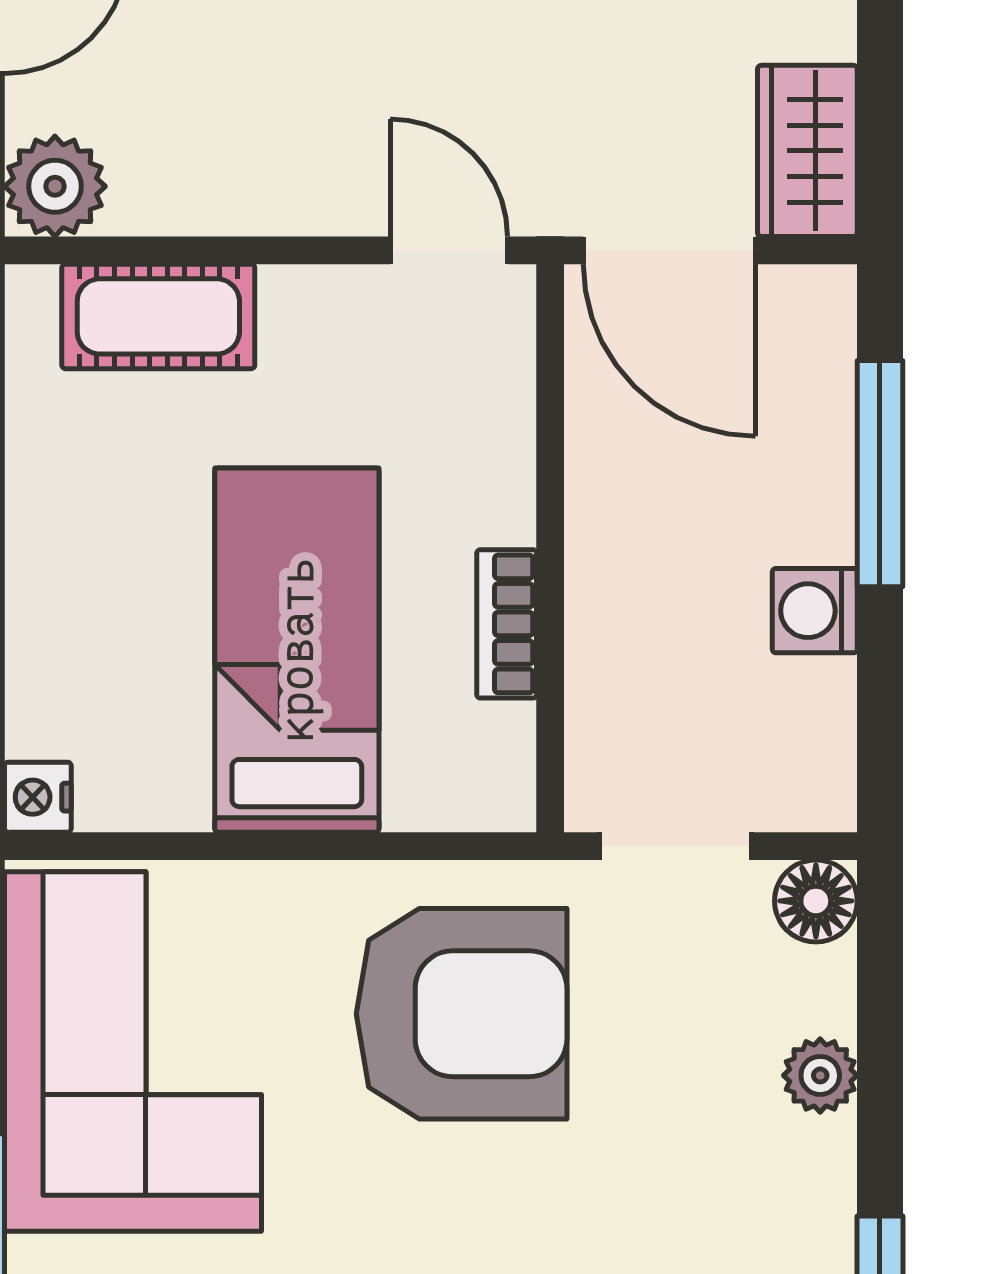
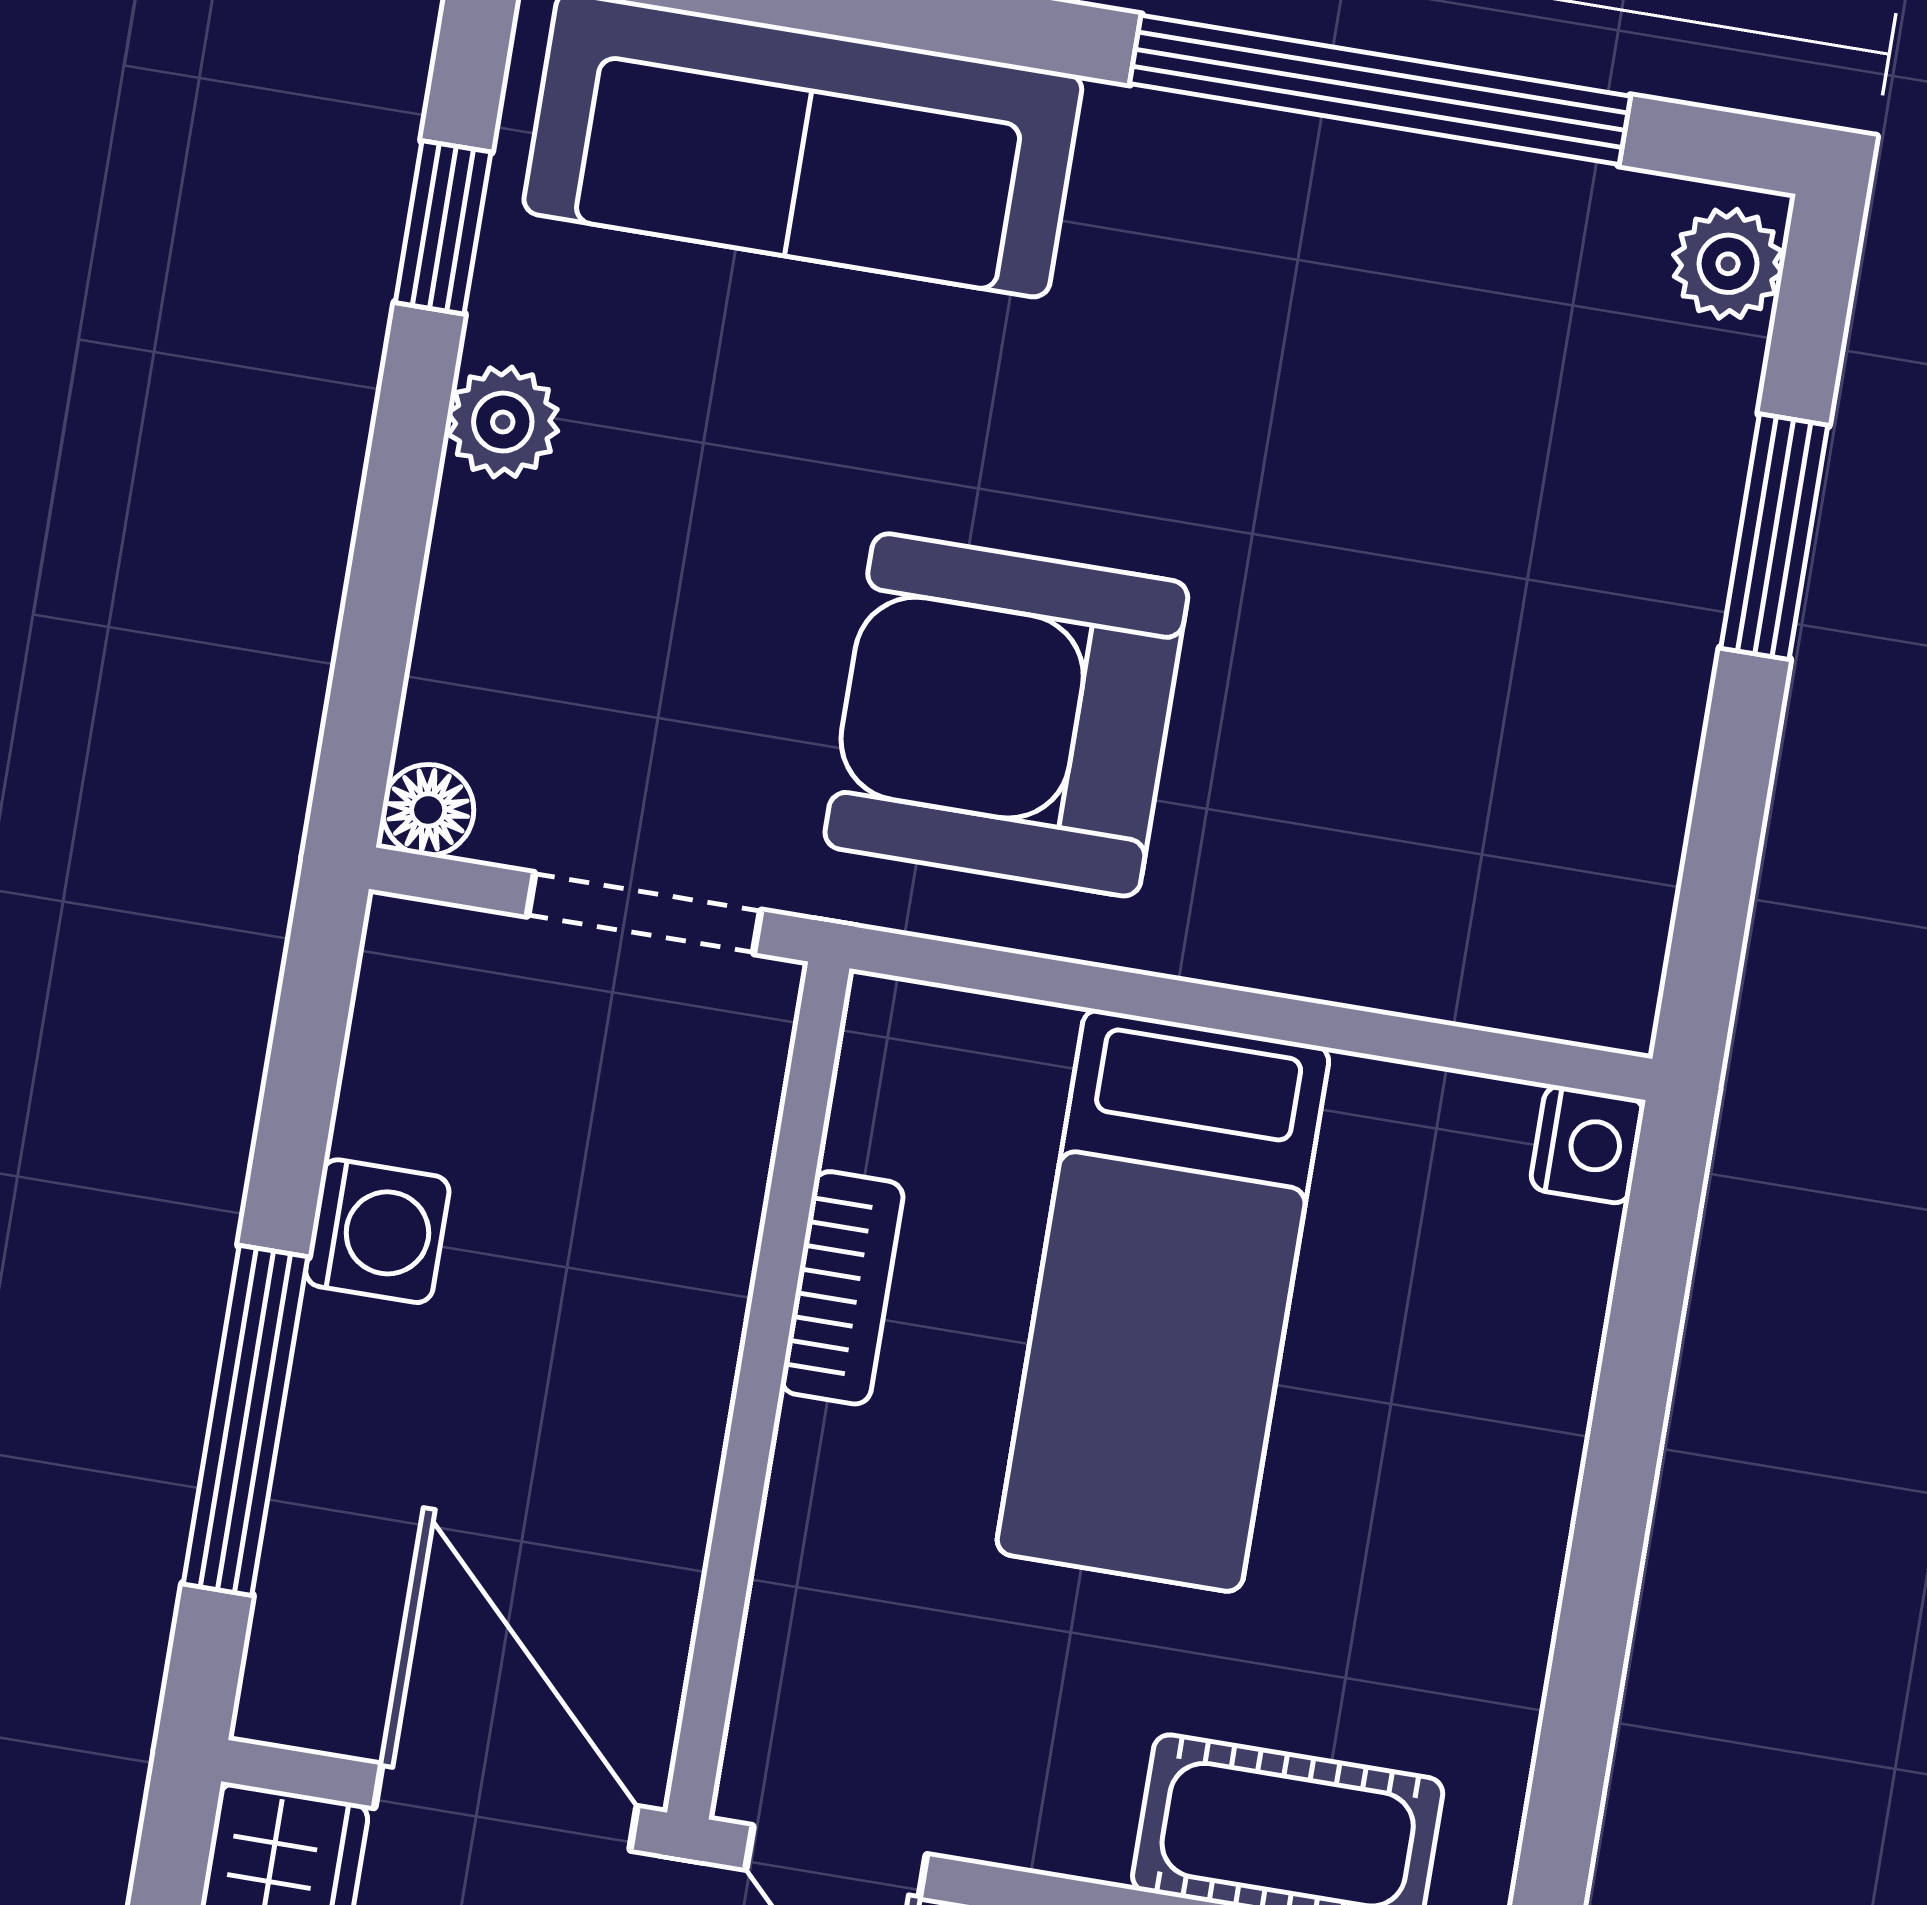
floor lamp: (816, 901) -> (428, 810), width x0.73, depth x0.73
corner sofa: (133, 1051) -> (1508, 740), removed
plant: (820, 1075) -> (503, 422), moved

